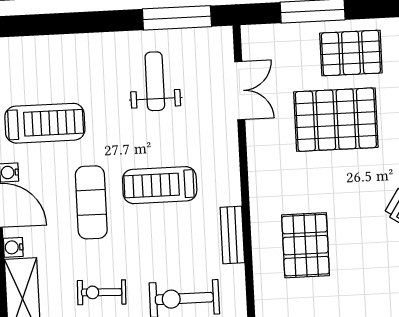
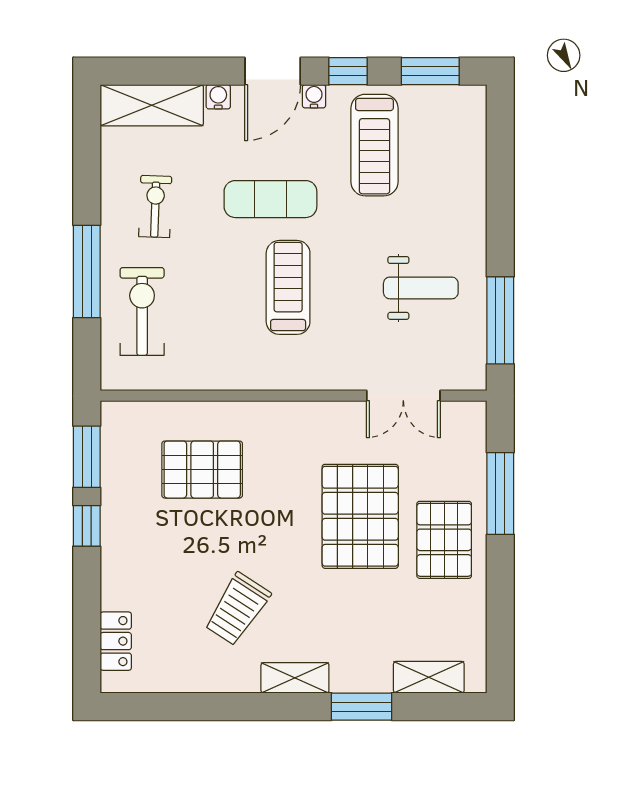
bench: (232, 235) -> (220, 377), removed

